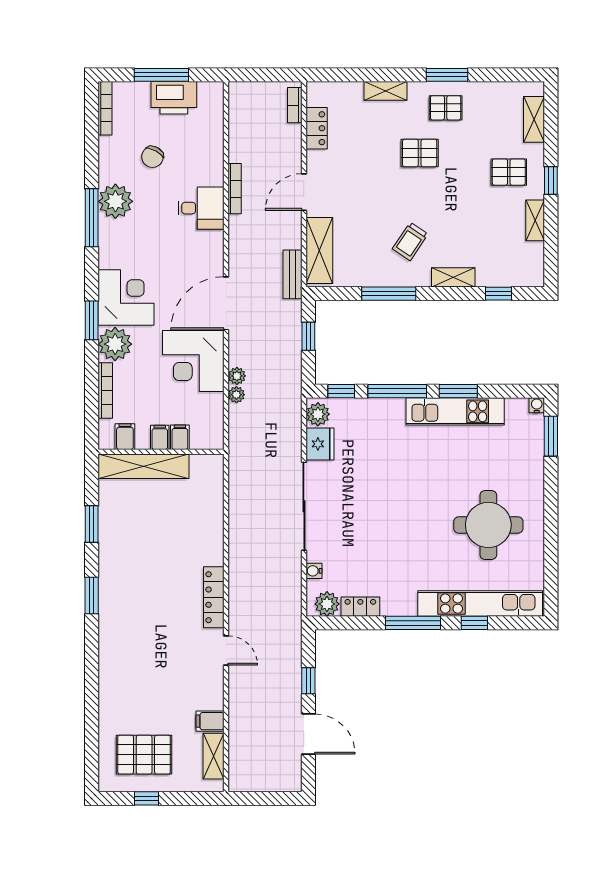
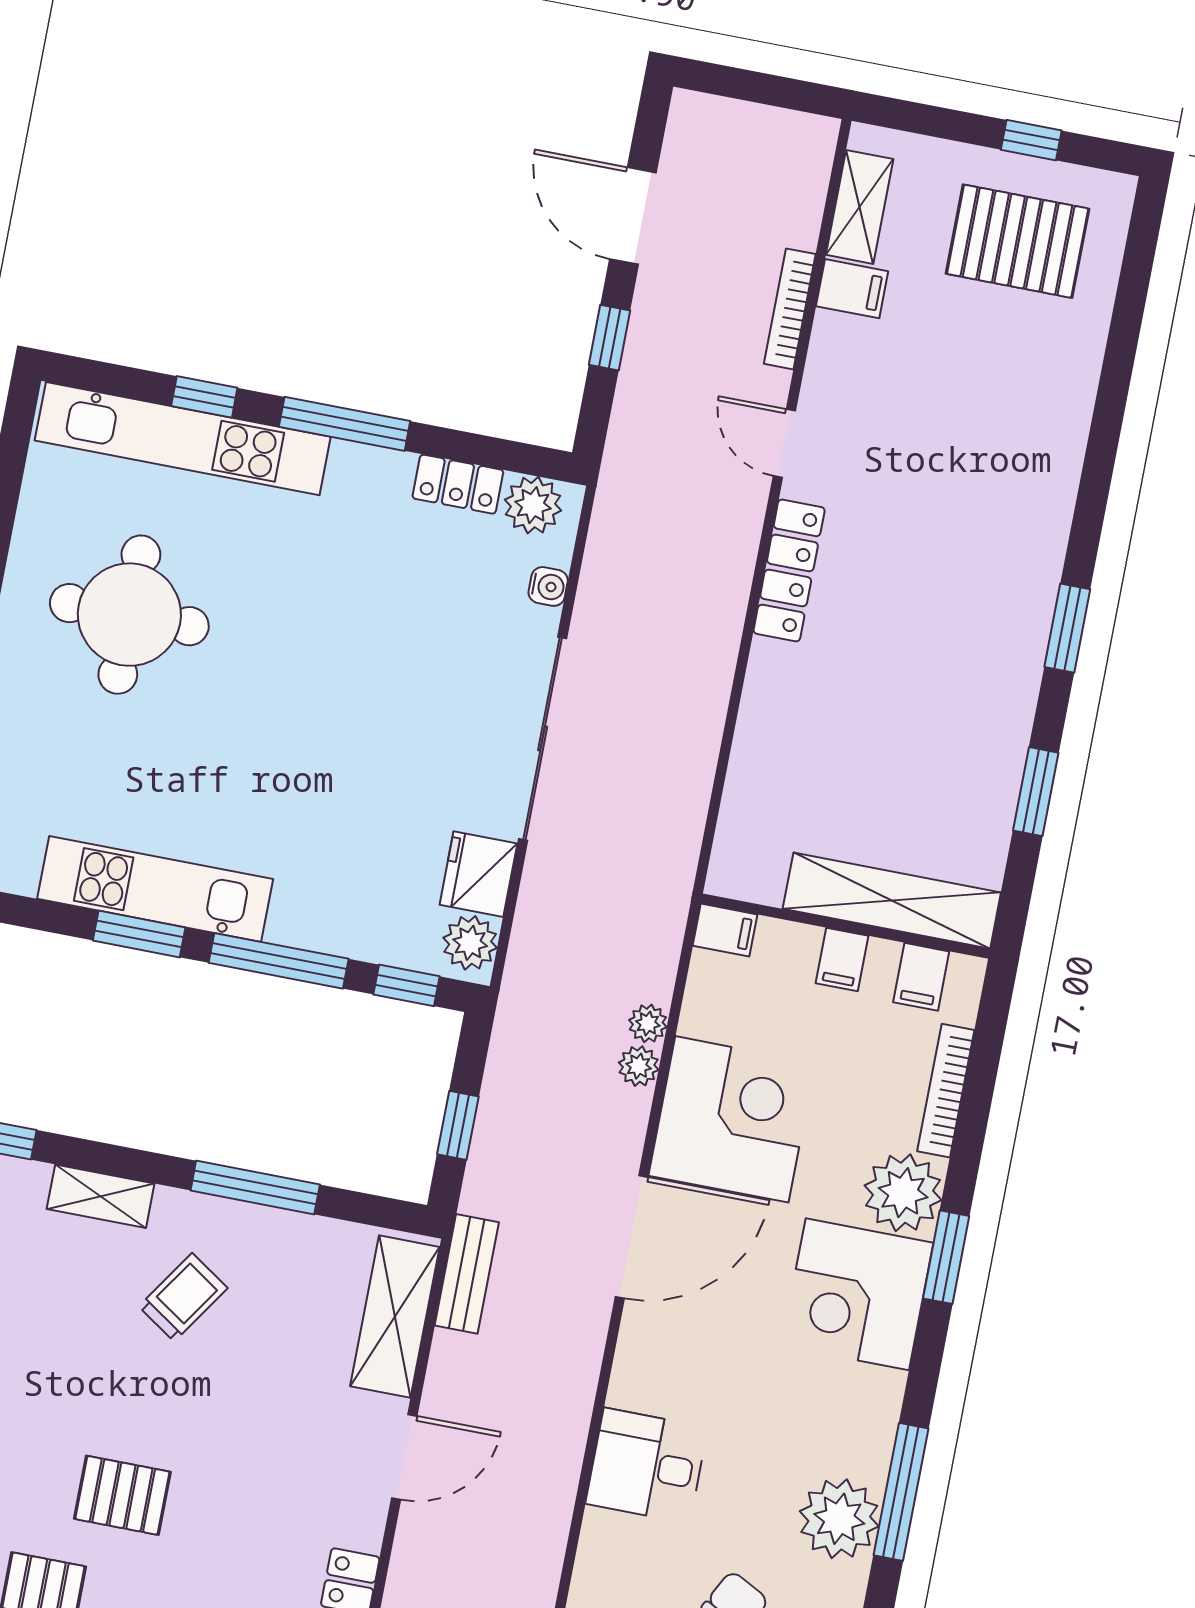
bookcase: (235, 189) -> (790, 309), moved
filing cabinet: (180, 437) -> (725, 930), moved, turned -90

